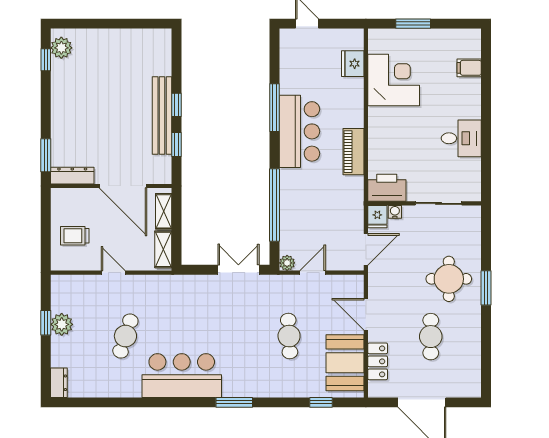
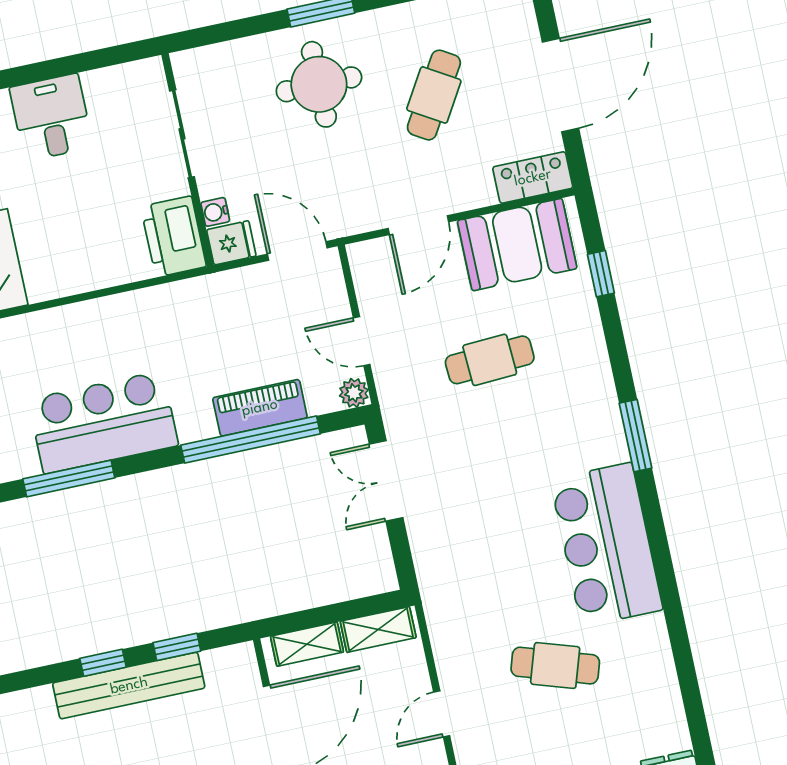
piano: (354, 152) -> (260, 408), moved, turned 180
cafe table: (431, 337) -> (434, 95), turned -59
locker: (378, 361) -> (533, 178), moved

